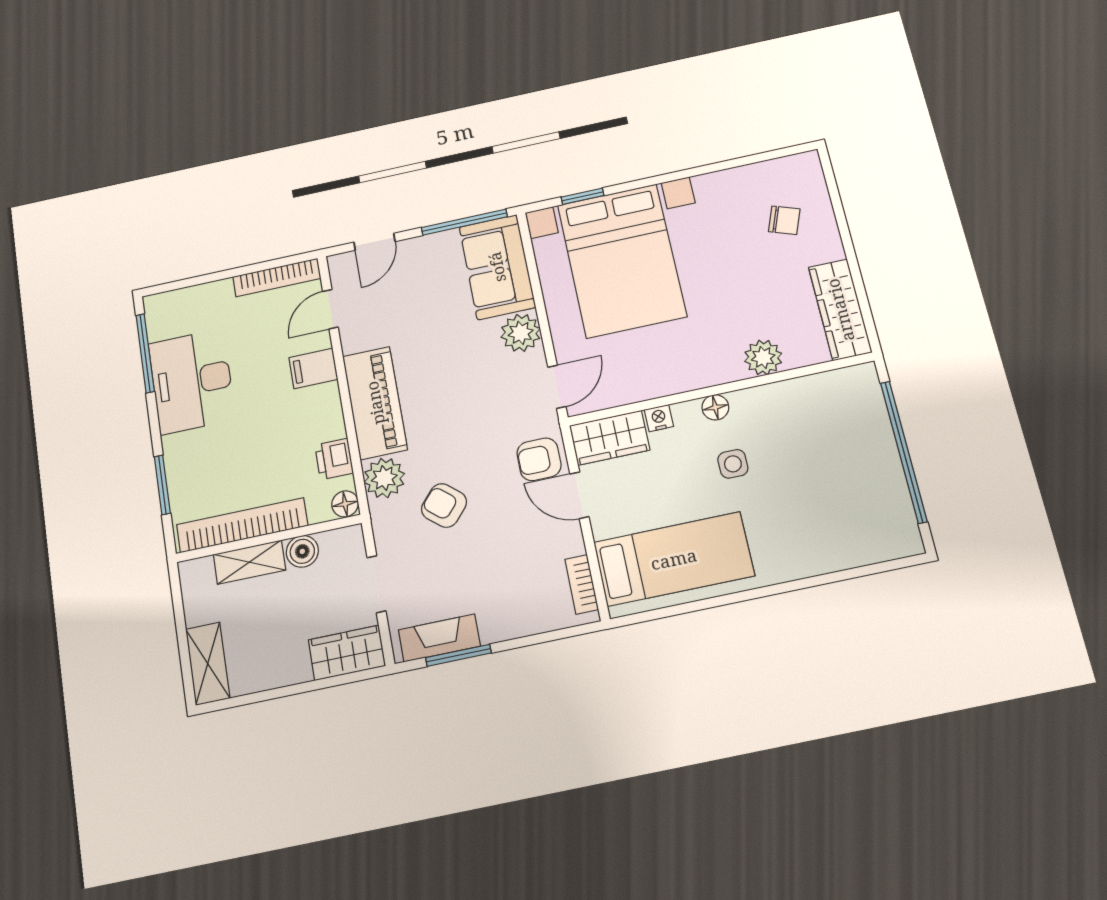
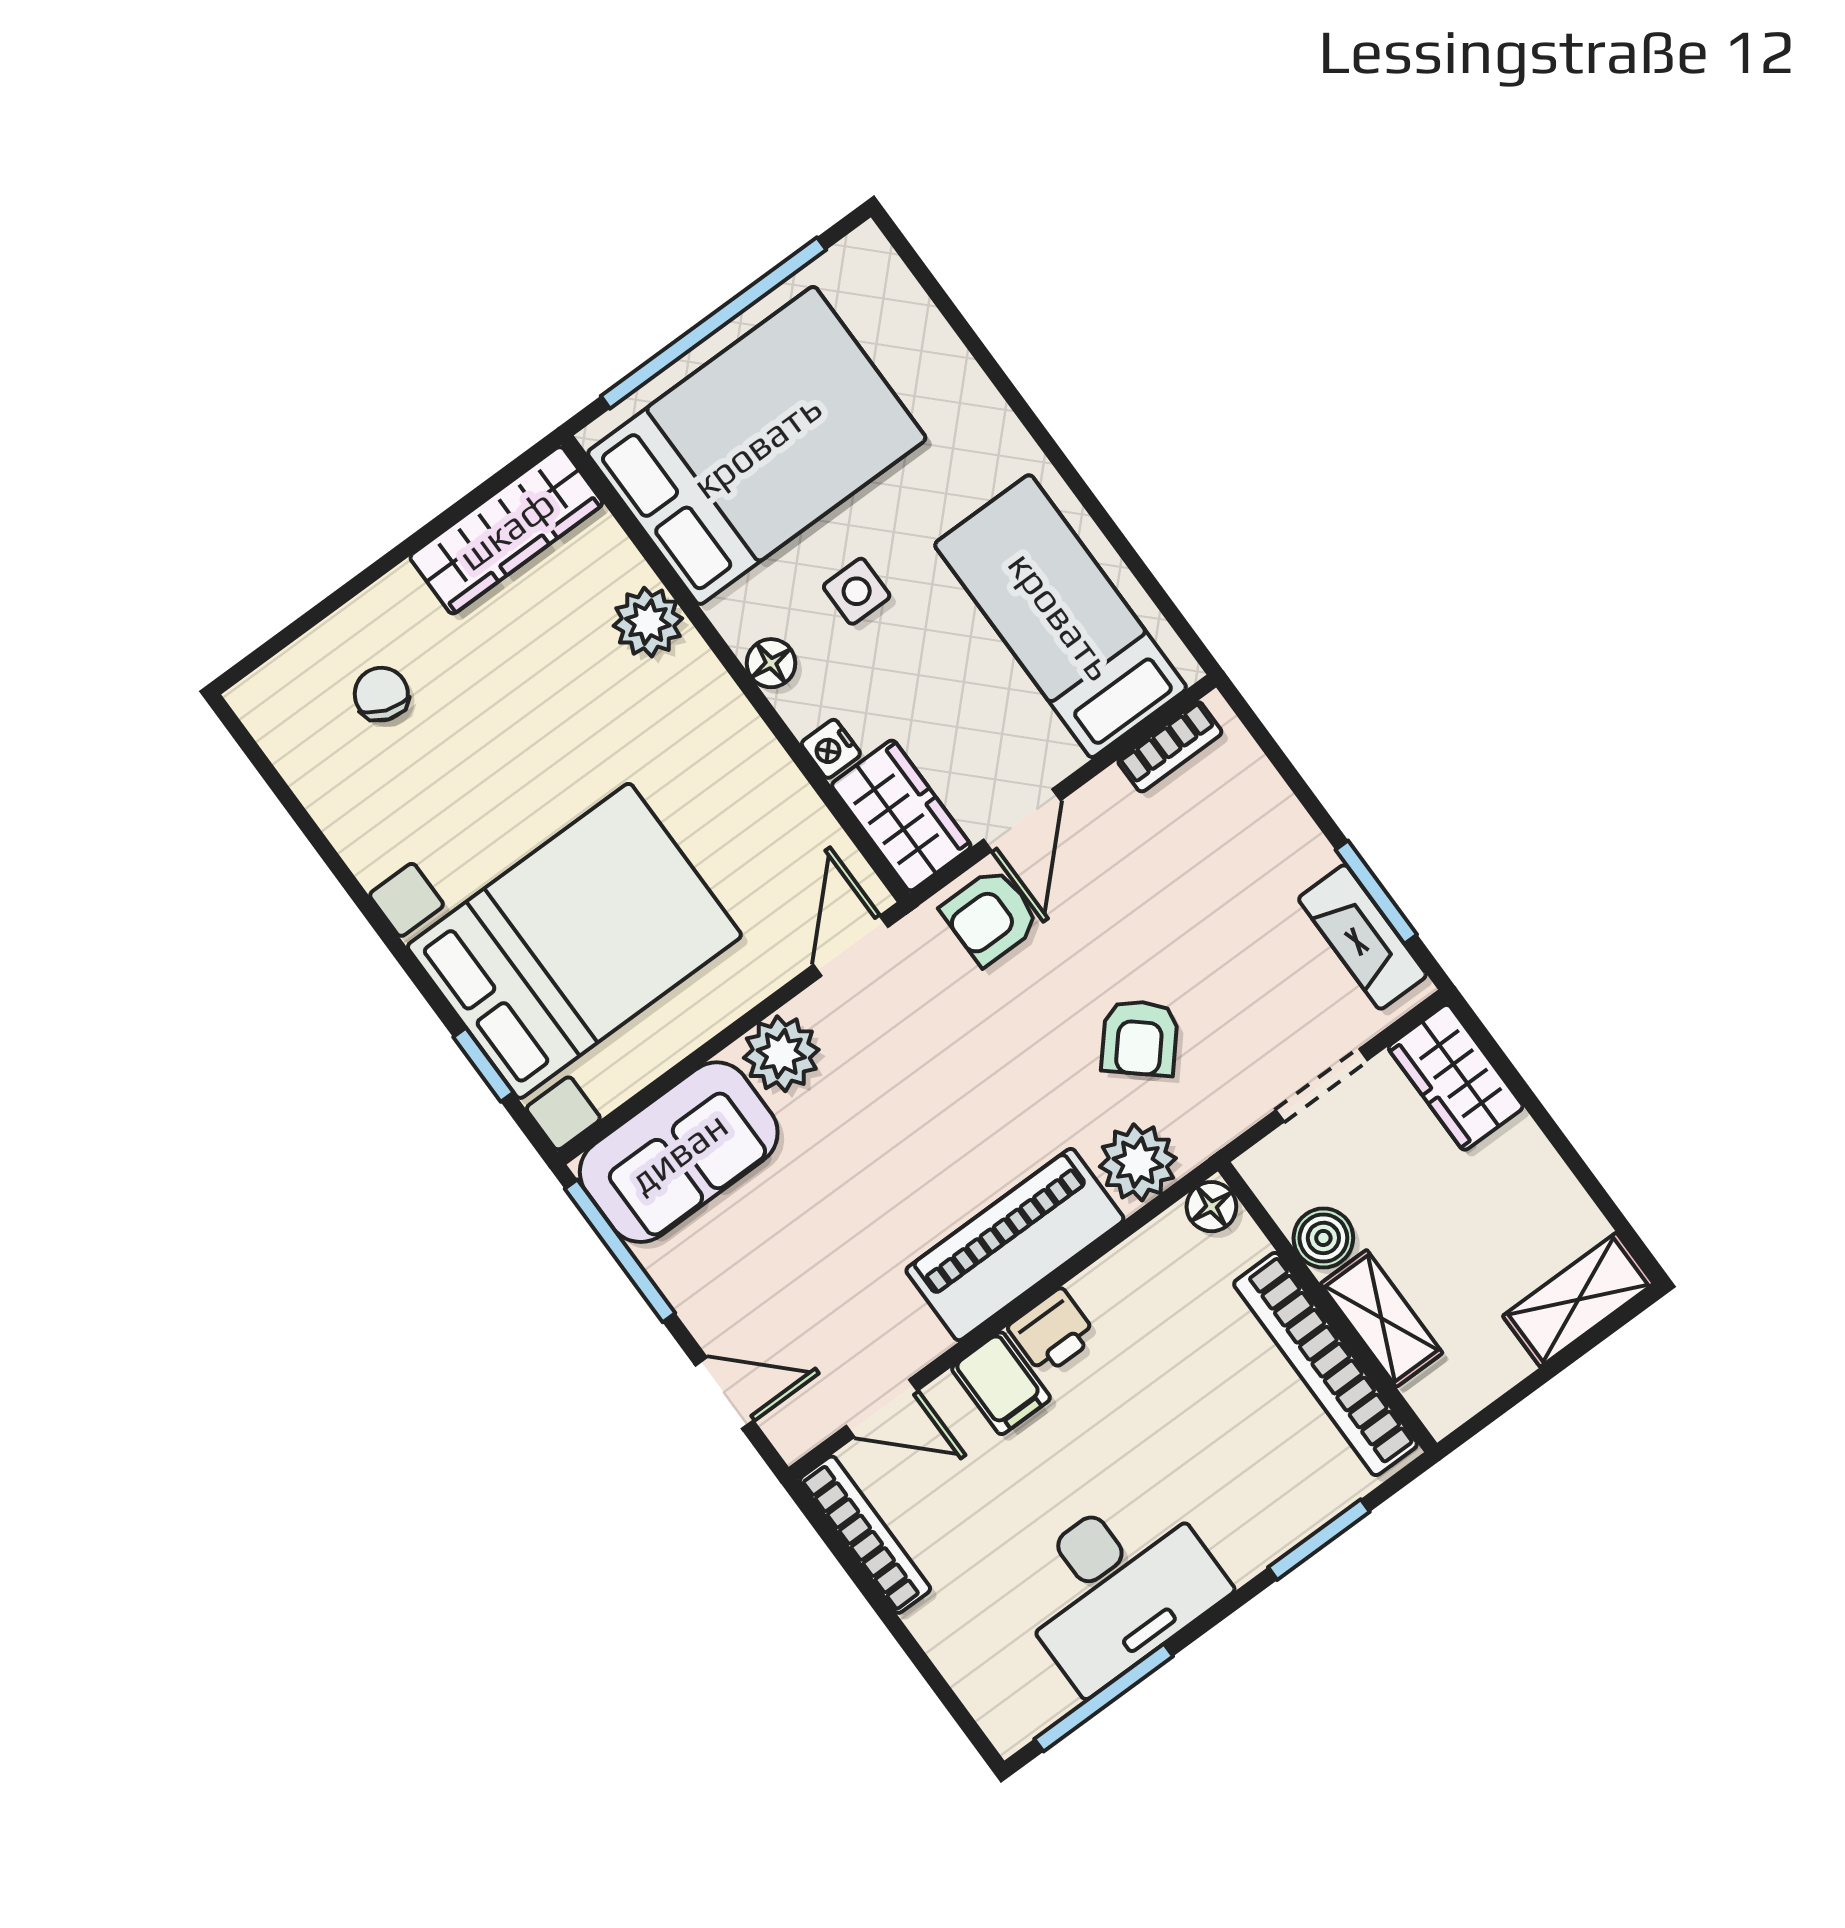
door: (557, 387) -> (851, 946), hinge flipped
bed: (830, 446) -> (757, 446), added
printer: (334, 459) -> (1052, 1332), moved
armchair: (539, 459) -> (990, 916), turned 90

